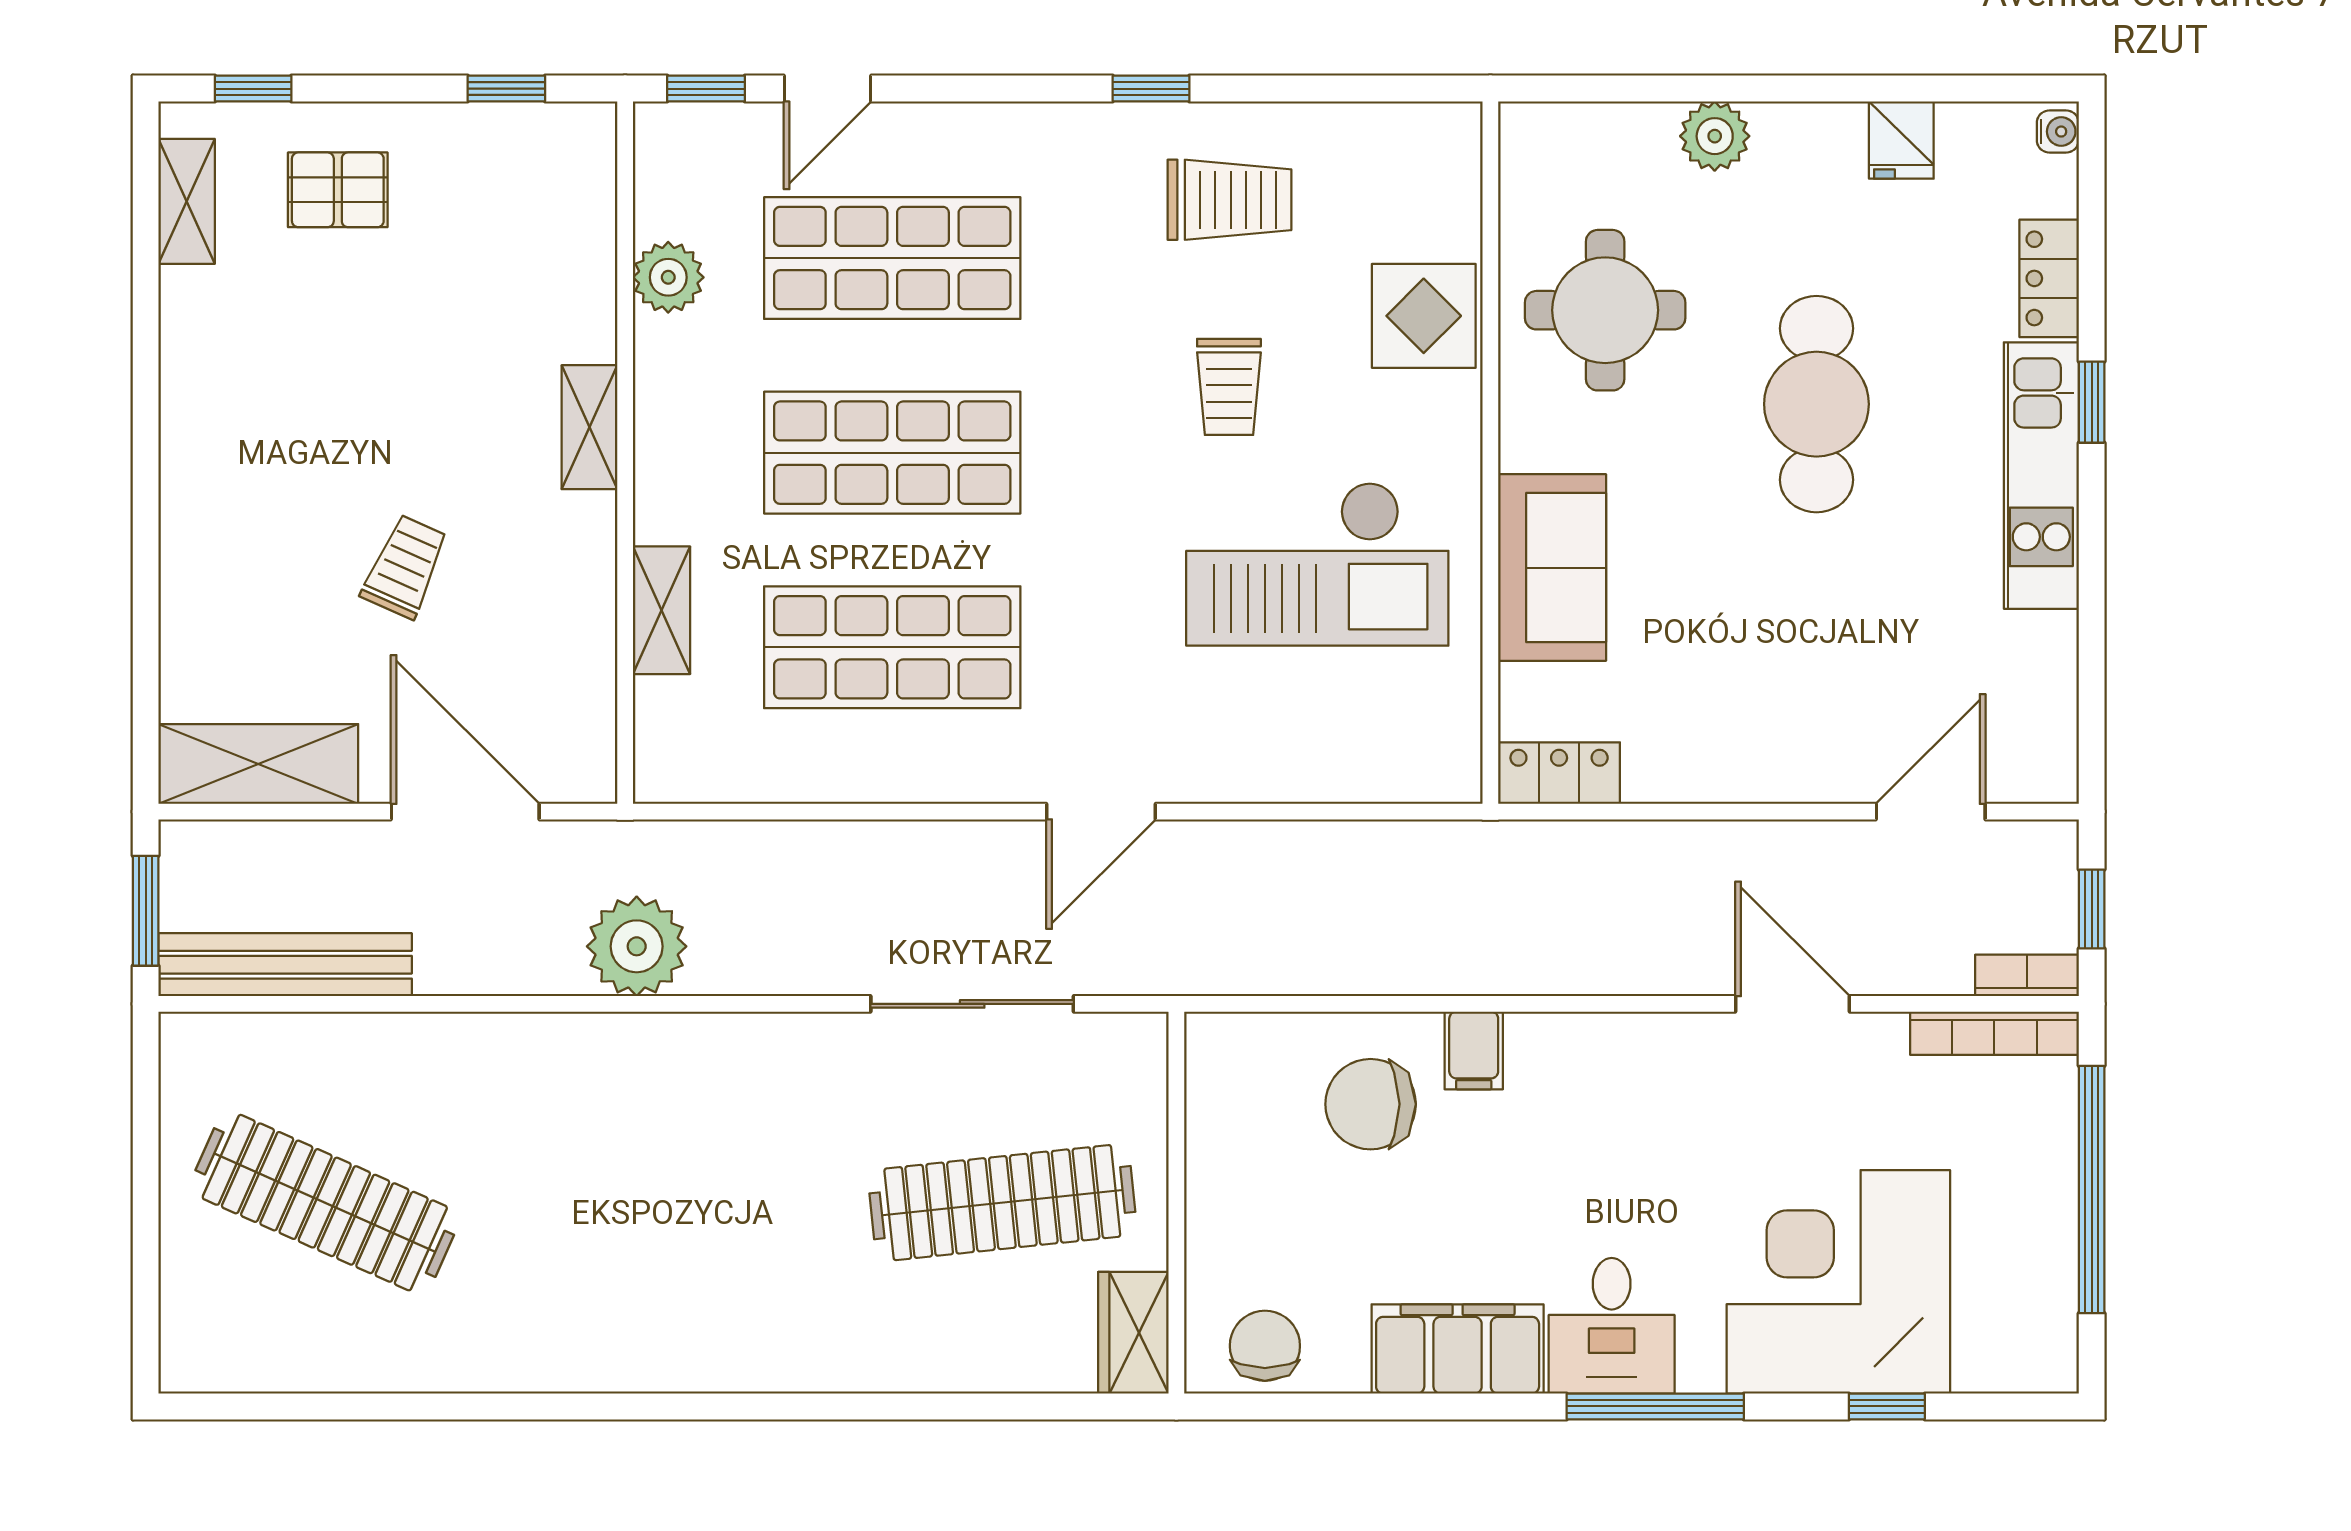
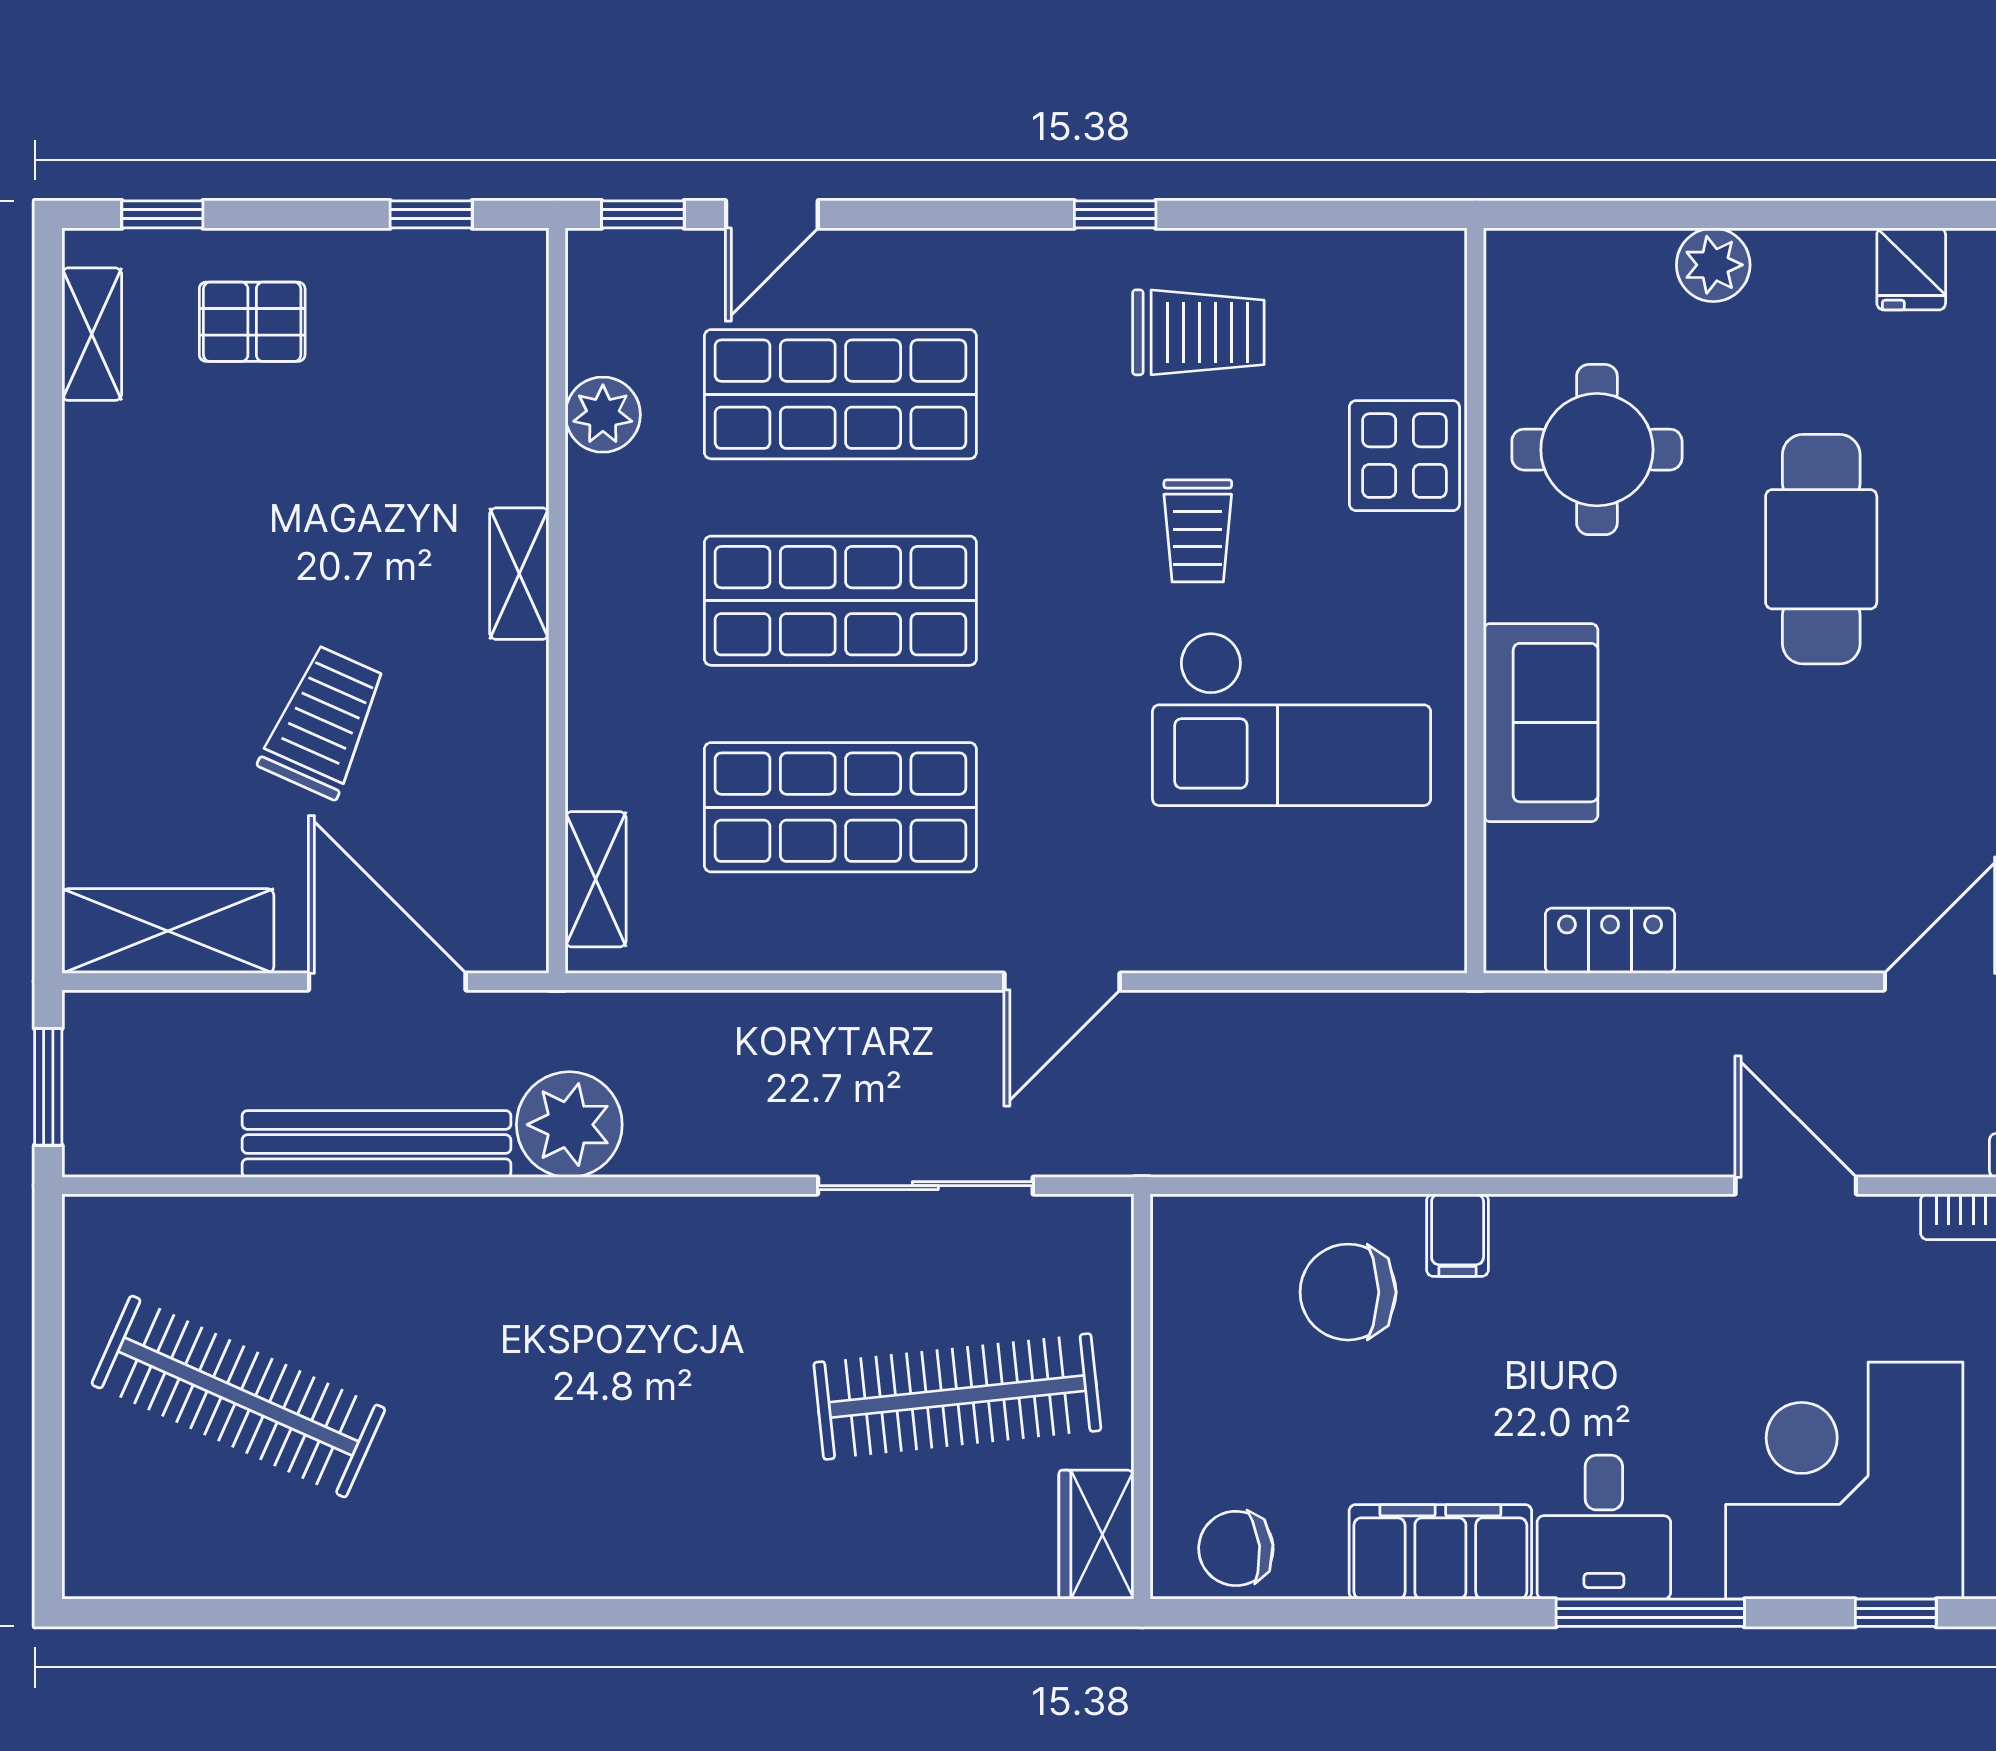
trolley: (405, 567) -> (323, 722), width x1.36, depth x1.39
shelving: (661, 610) -> (596, 879), moved
locker: (1559, 773) -> (1610, 941), moved
bench: (285, 965) -> (376, 1144), moved
chair: (1265, 1346) -> (1236, 1548), turned -96

